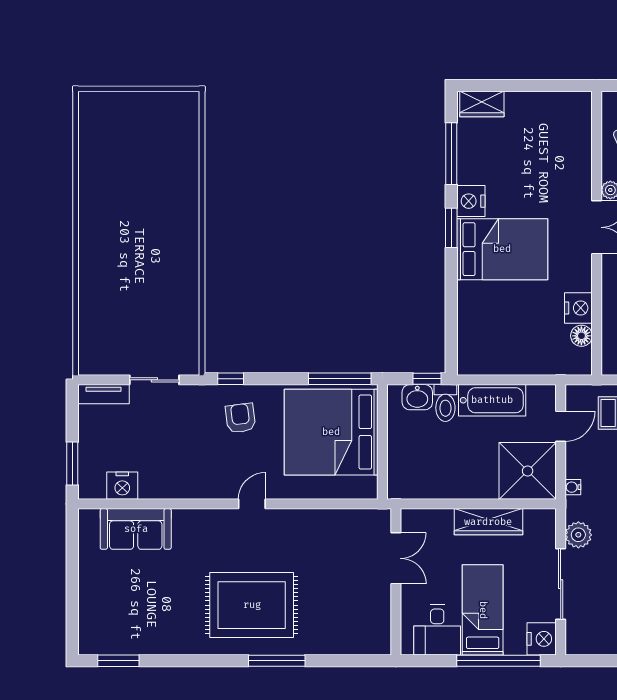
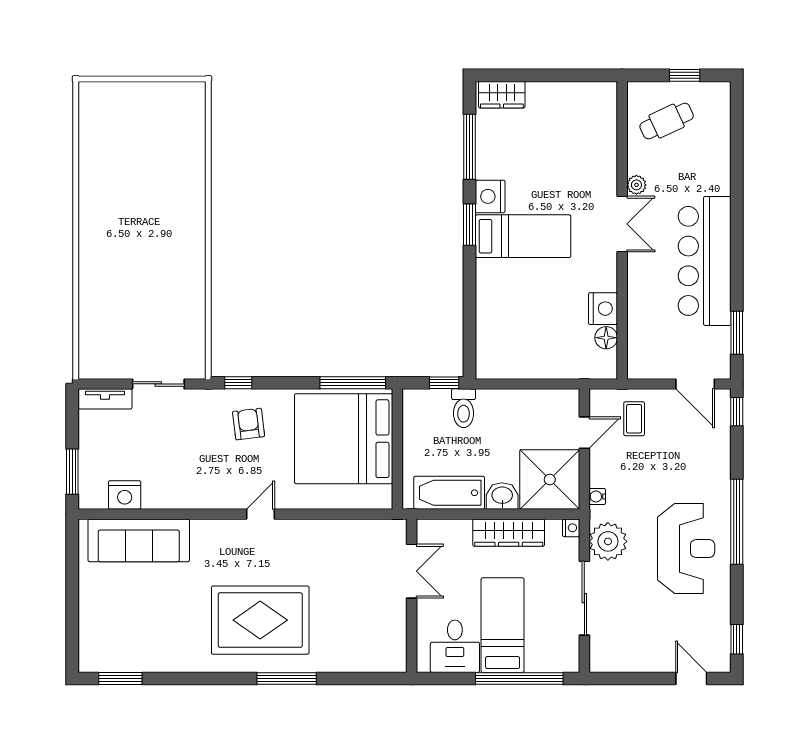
bed: (502, 249) -> (523, 236), width x0.67
washbasin: (417, 397) -> (502, 496), moved, turned 180
bathtub: (492, 400) -> (449, 493), moved, turned 180
sofa: (136, 529) -> (139, 540), width x1.36
plant: (578, 535) -> (608, 541), width x1.36, depth x1.36
nightstand: (542, 639) -> (571, 528), moved, width x0.53, depth x0.56

